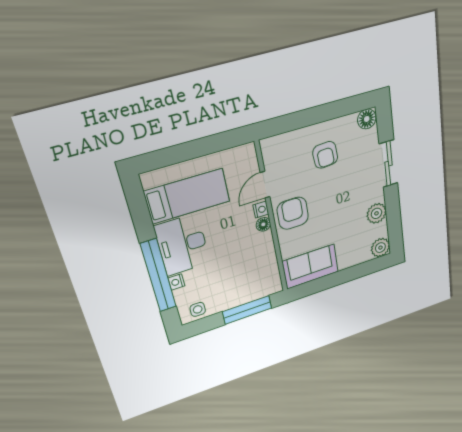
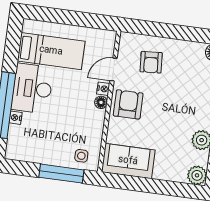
armchair: (325, 155) -> (151, 62), moved
side table: (198, 309) -> (81, 156), moved

